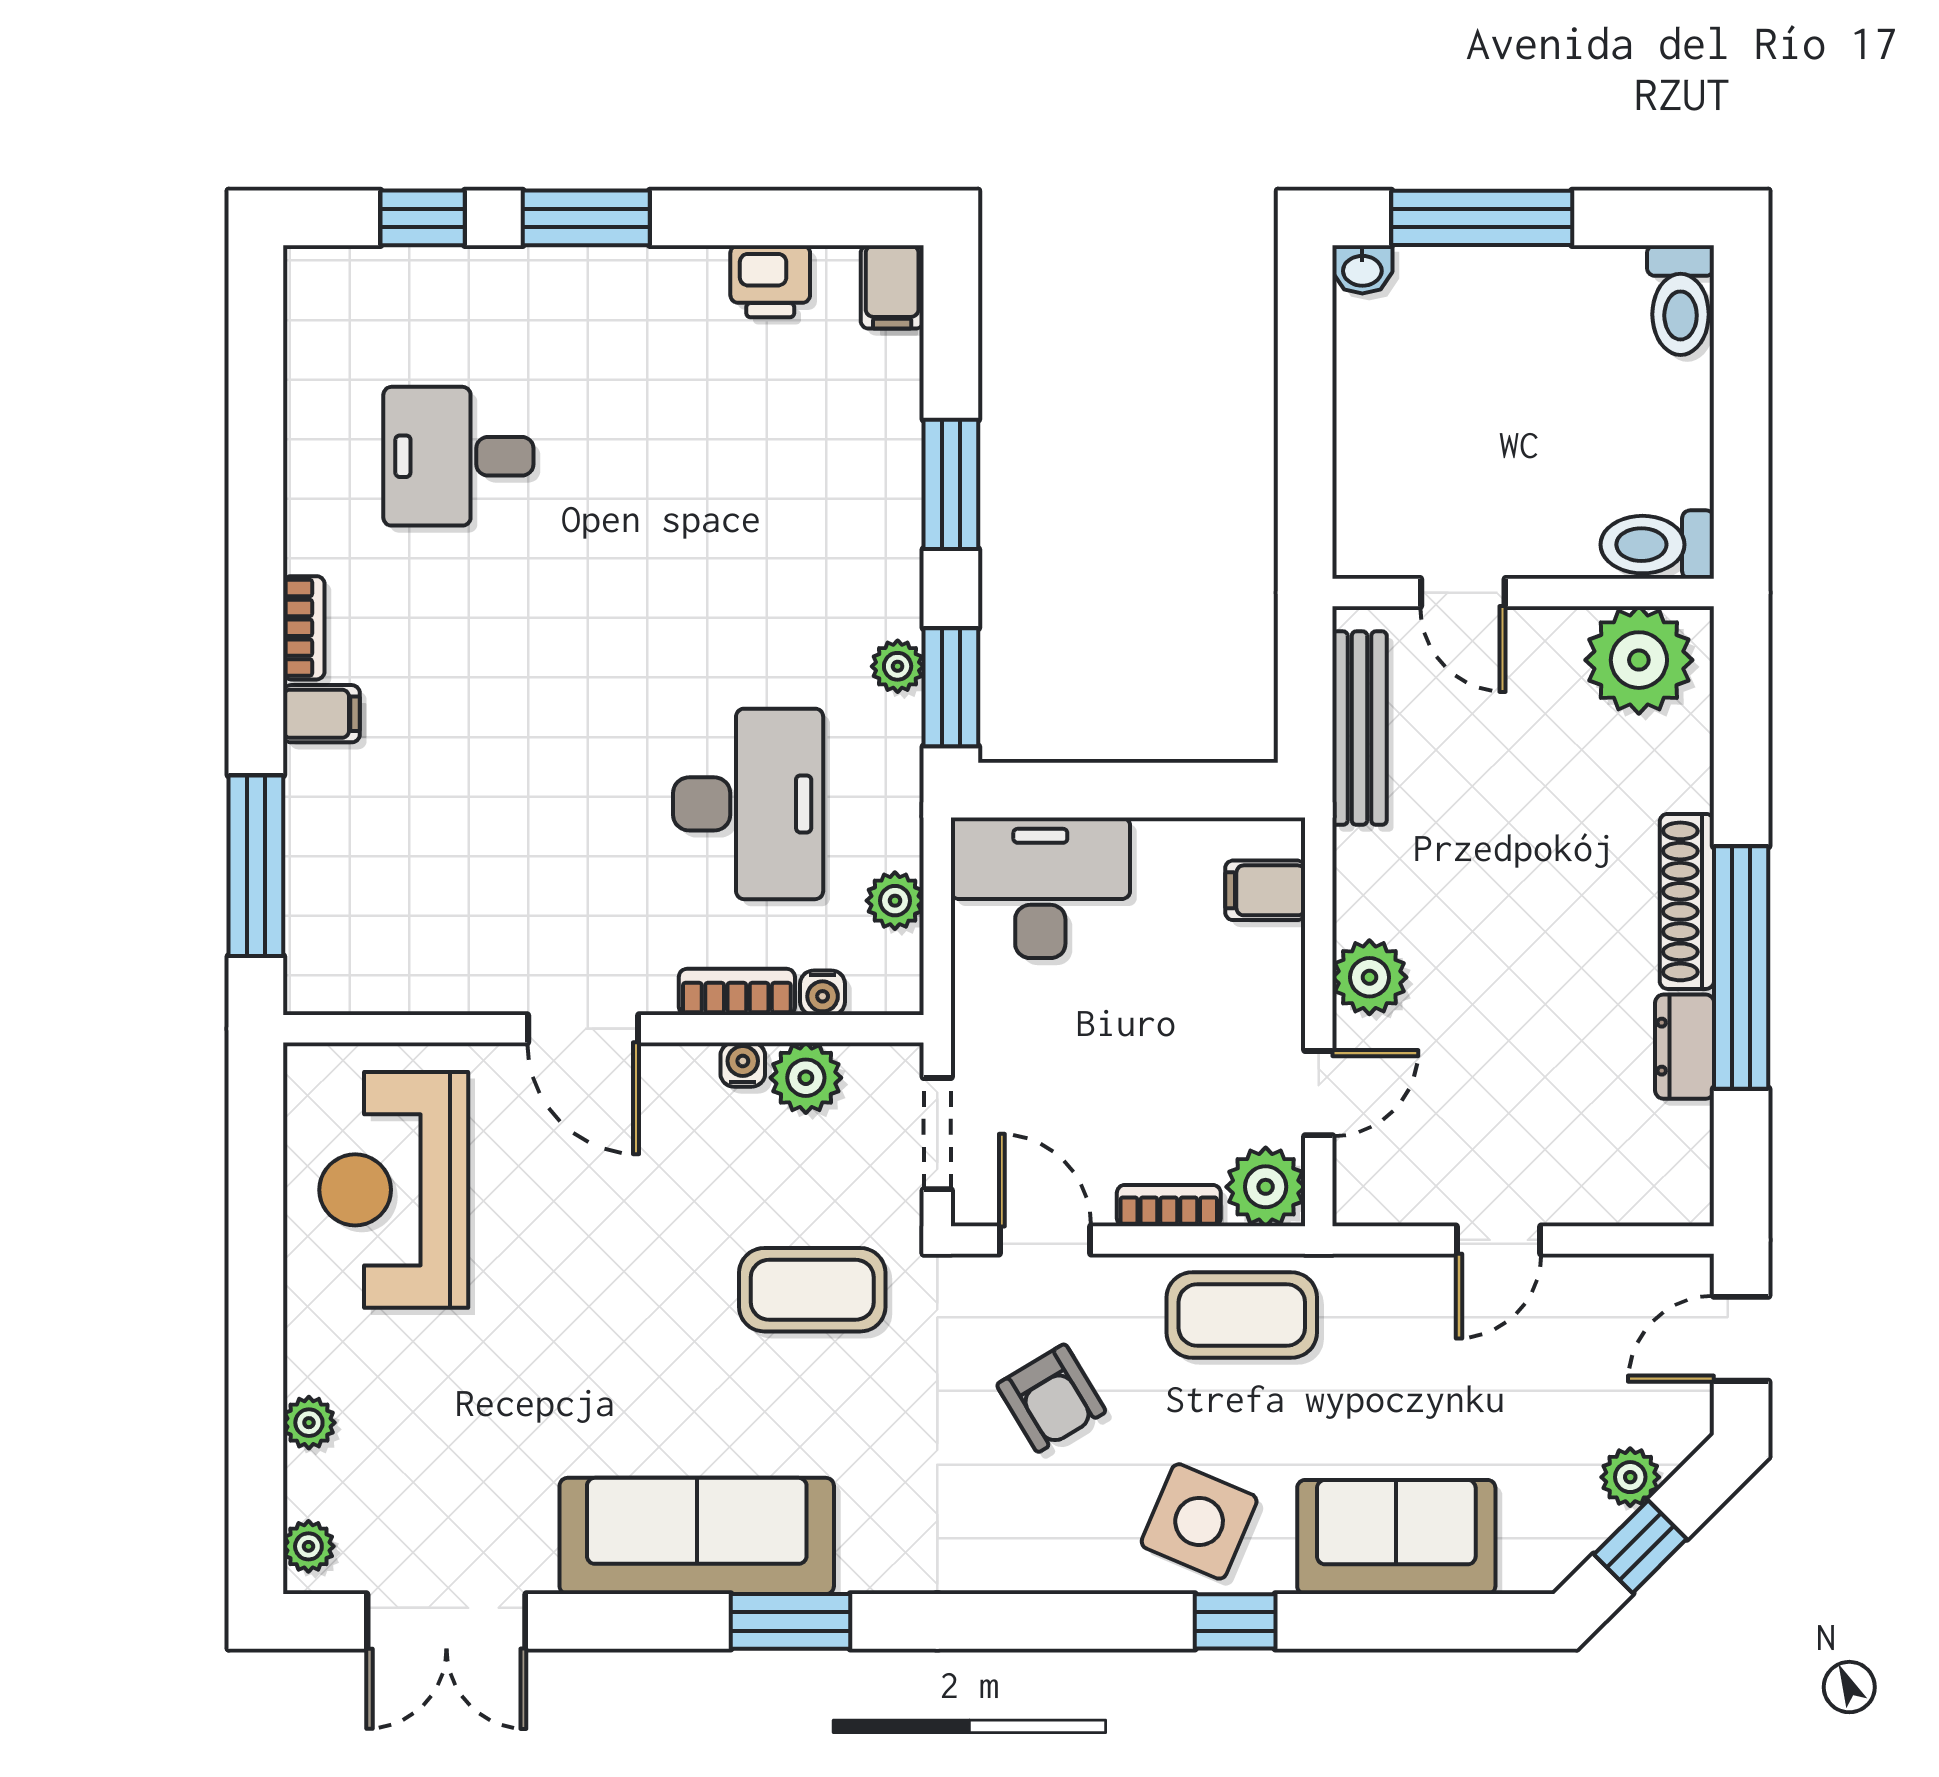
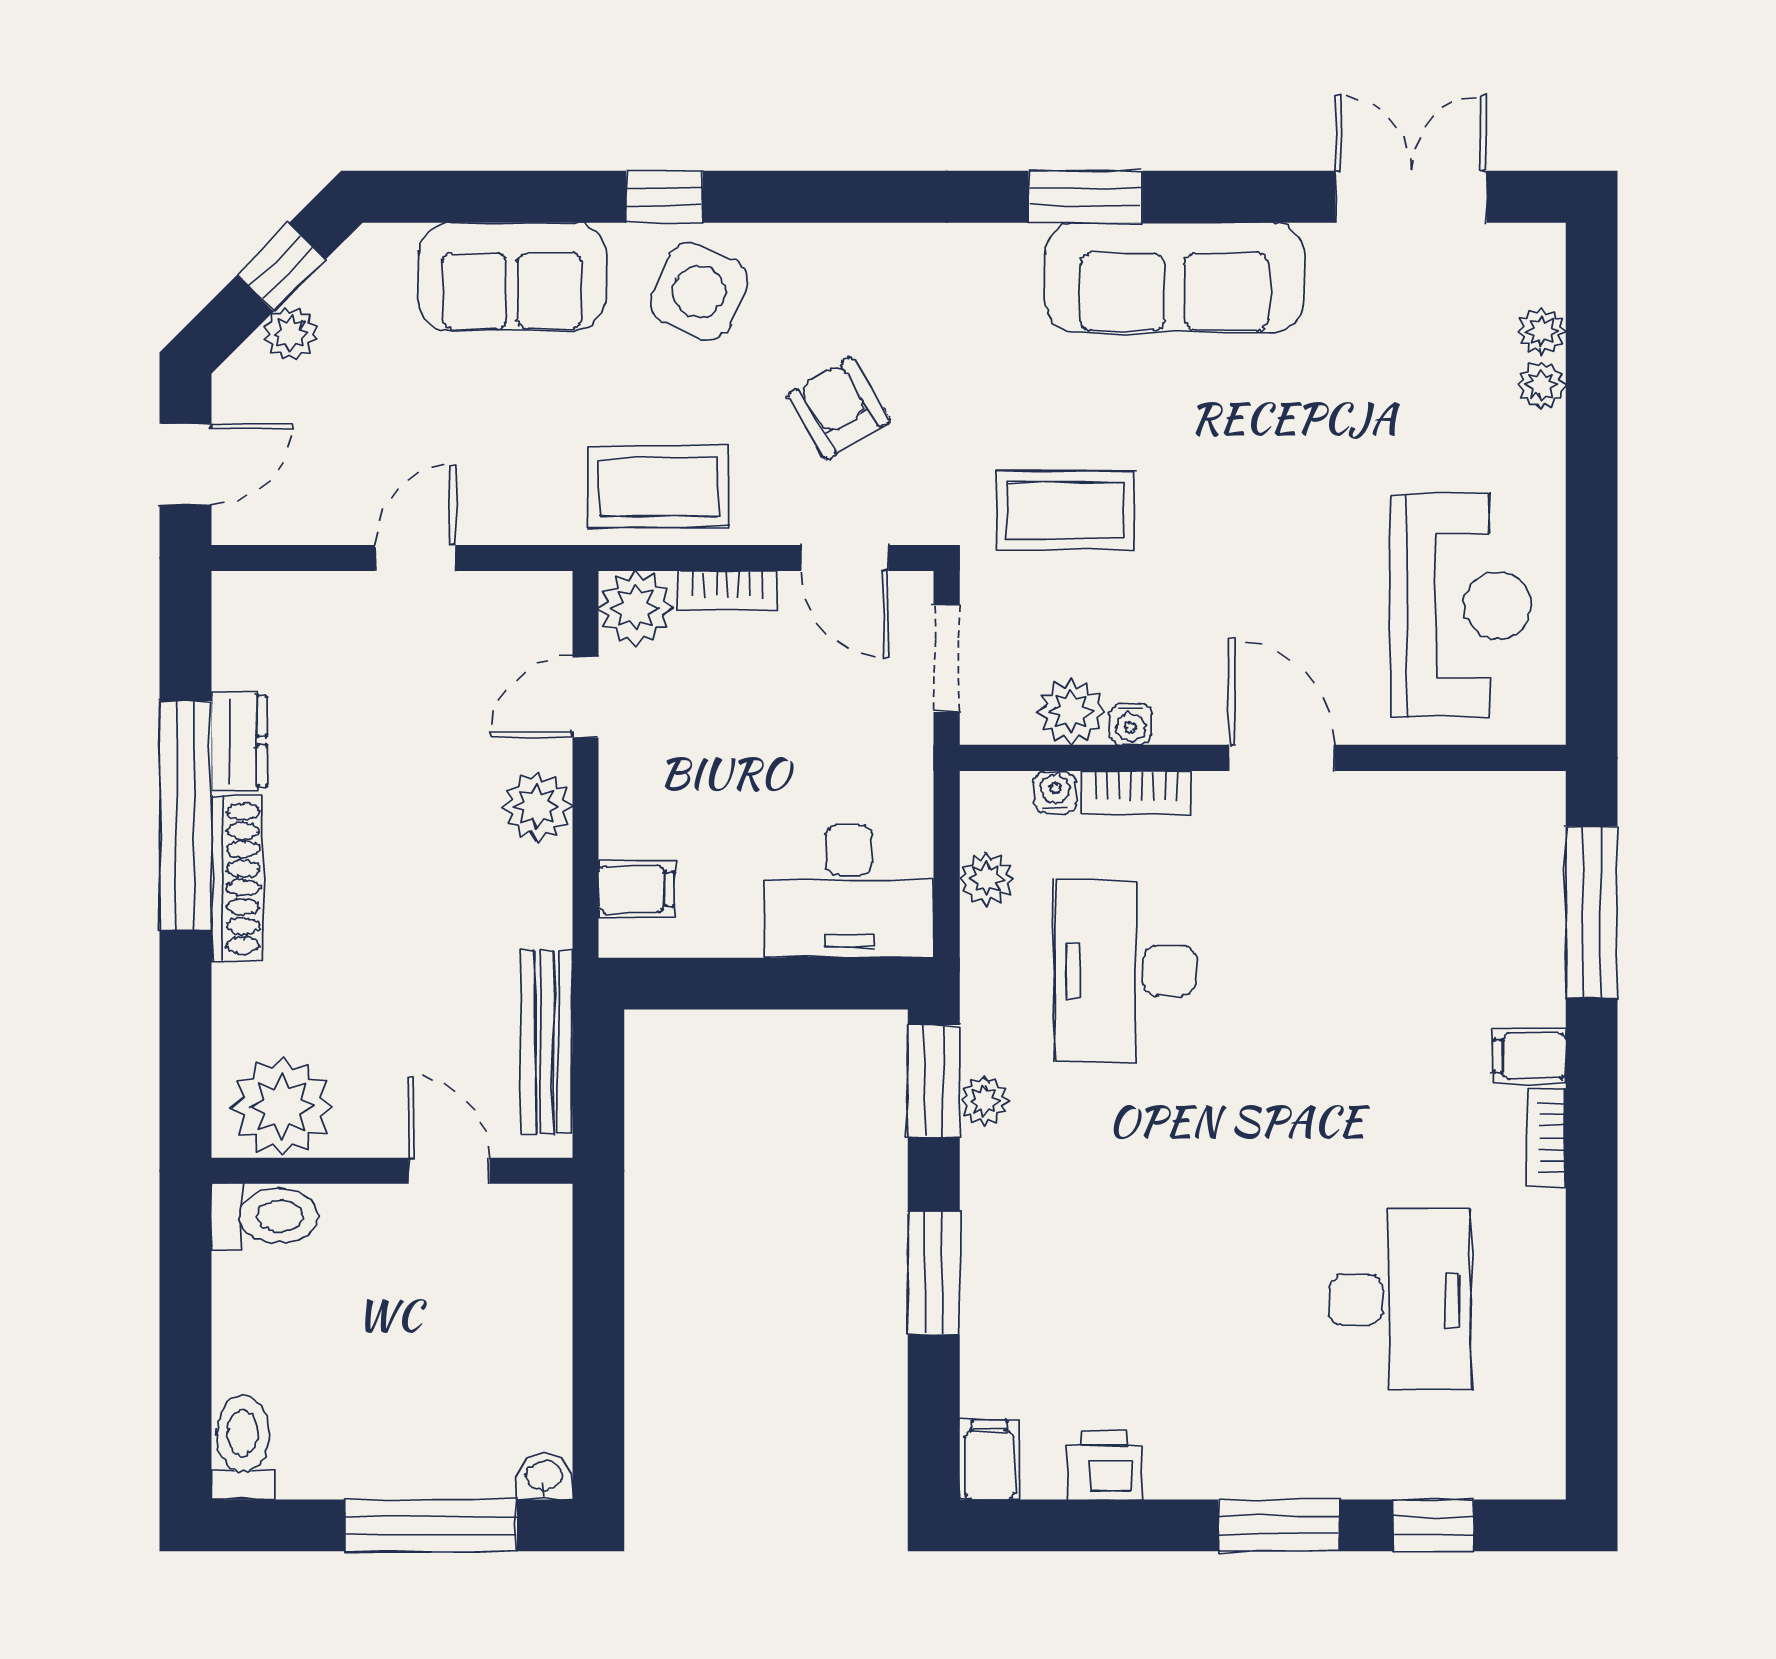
desk: (458, 456) -> (1400, 1300), width x1.37
plant: (308, 1546) -> (1542, 331), moved

